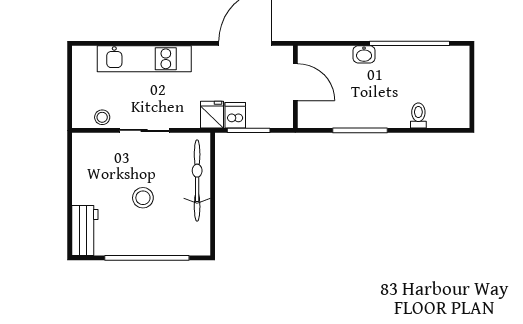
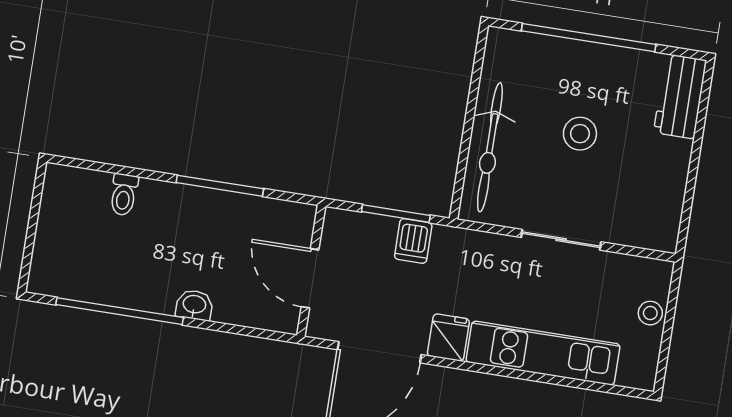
fridge: (212, 115) -> (448, 338), moved, turned 180
stool: (102, 117) -> (650, 313), moved

